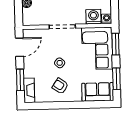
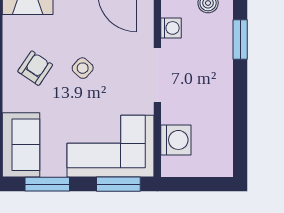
washing machine: (107, 19) -> (171, 28), moved

